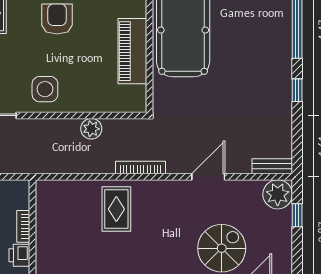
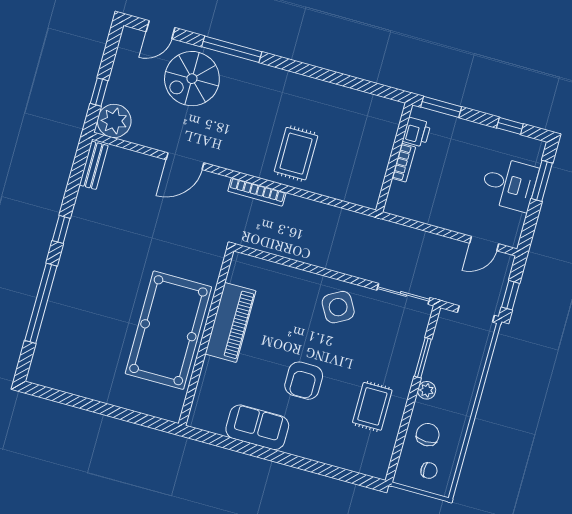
side table: (45, 89) -> (338, 307), turned -30
plant: (91, 129) -> (299, 249), removed
bench: (272, 166) -> (94, 165), moved, turned 90

